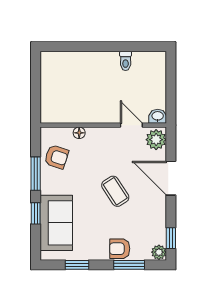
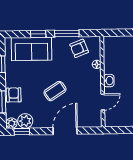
washbasin: (158, 116) -> (109, 81), moved
plant: (156, 140) -> (25, 121), moved
armchair: (56, 157) -> (79, 48), turned 51

